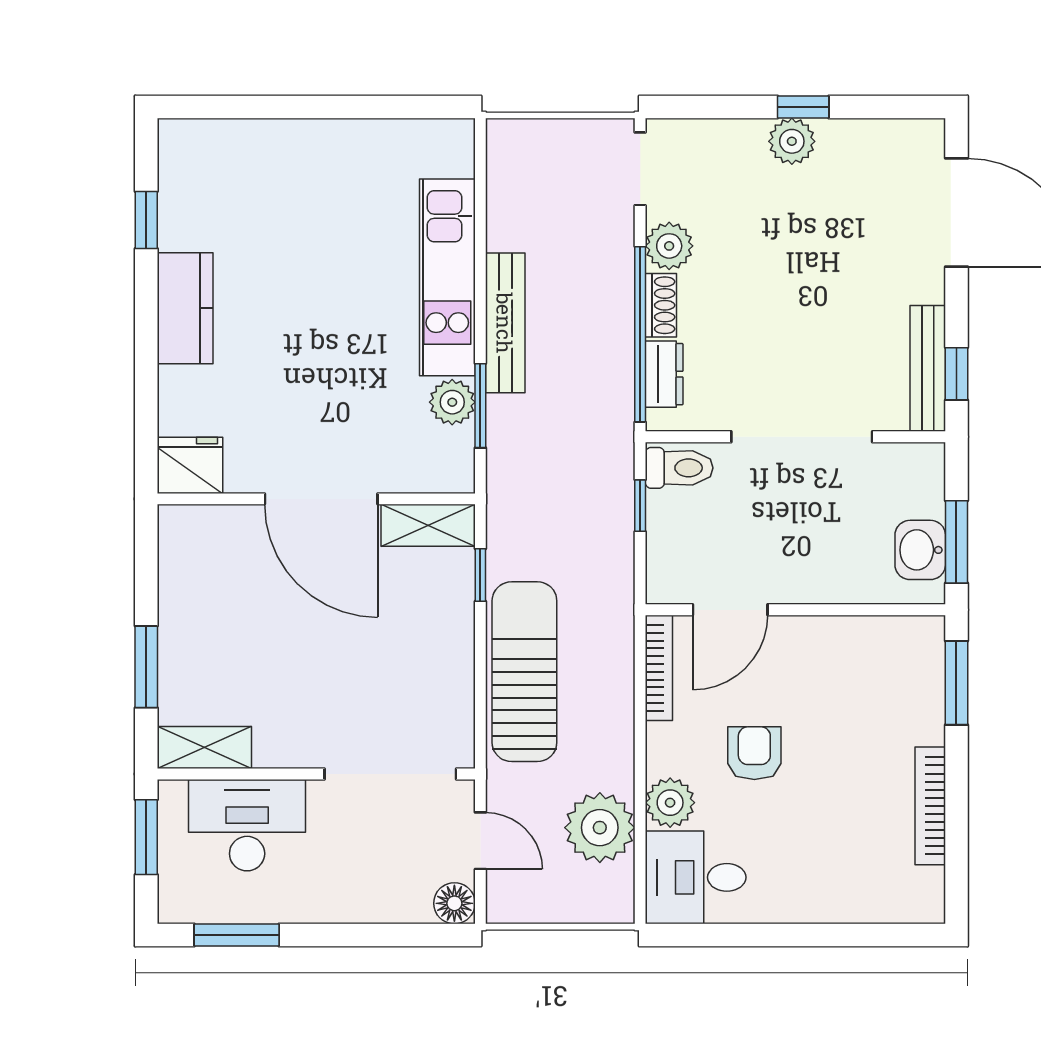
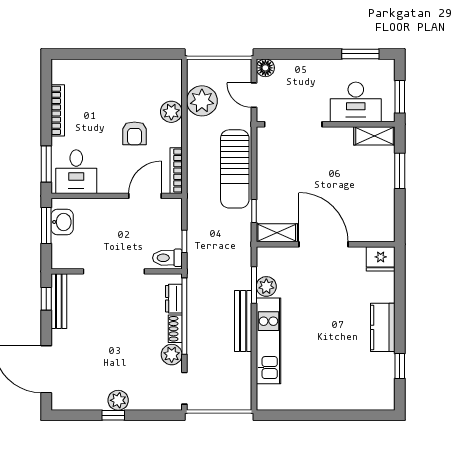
desk: (696, 877) -> (76, 172), moved, turned 90

